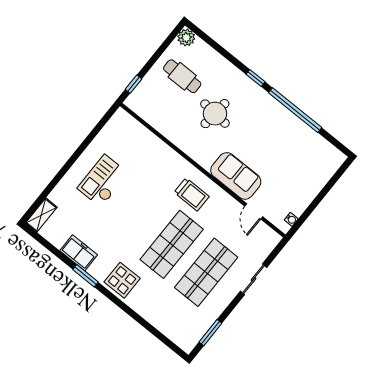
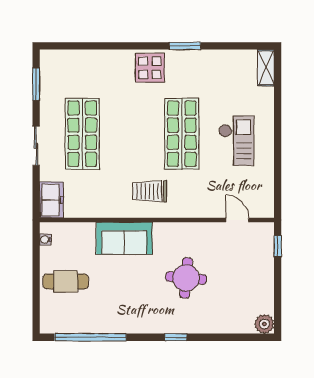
cafe table: (182, 76) -> (66, 281), moved
window: (295, 110) -> (90, 337), moved
door: (254, 211) -> (237, 220), moved
shop shelf: (172, 244) -> (182, 134), moved
freezer: (79, 253) -> (51, 200), moved, turned -90
sliding door: (254, 279) -> (36, 146), moved

